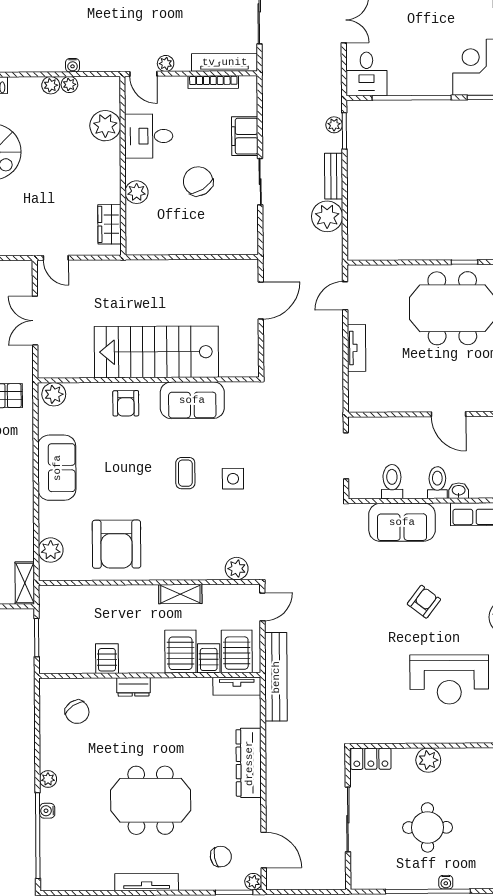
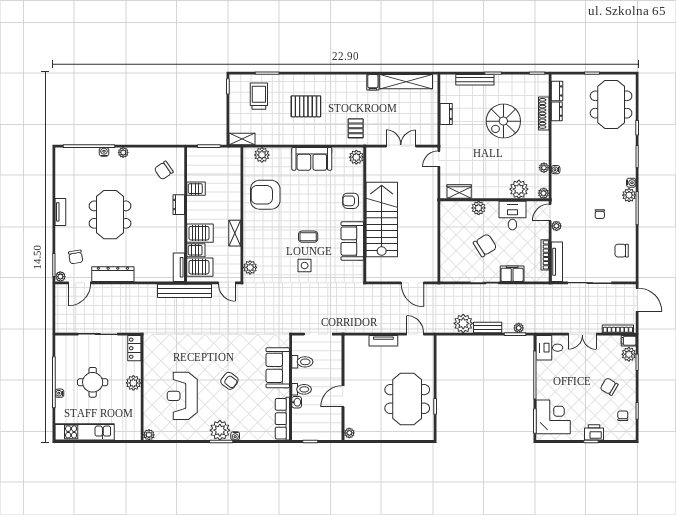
plant: (51, 85) -> (544, 193), moved
dresser: (249, 763) -> (113, 274), moved
tv unit: (147, 882) -> (60, 212), width x0.71

